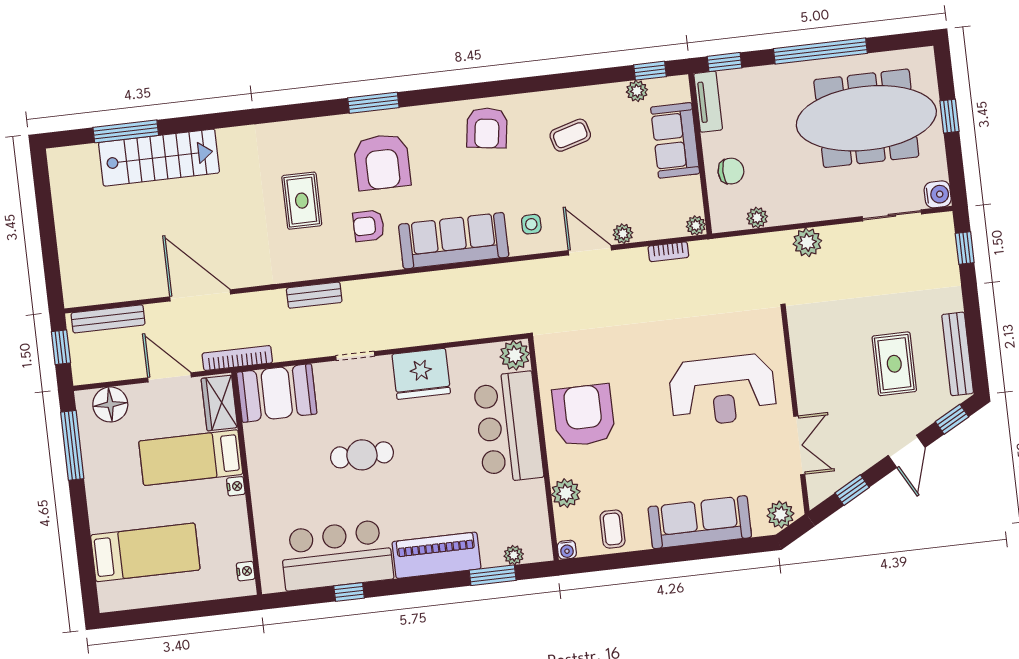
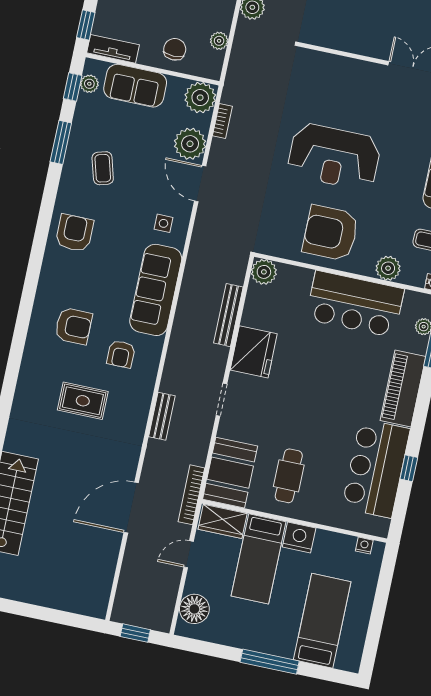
plant: (637, 91) -> (89, 84), moved
window: (373, 103) -> (61, 142), moved
armchair: (487, 128) -> (74, 233), turned -98
armchair: (382, 162) -> (73, 326), width x0.73, depth x0.73
plant: (696, 225) -> (200, 98), width x1.87, depth x1.87
plant: (623, 234) -> (190, 144), width x1.88, depth x1.88
door: (590, 250) -> (200, 184), hinge flipped
bench: (108, 319) -> (228, 315), moved
door: (169, 377) -> (189, 554), width x0.73
reception desk: (723, 390) -> (334, 157), moved, turned 90
bar counter: (508, 427) -> (355, 304), moved
window: (72, 445) -> (270, 662), moved
cafe table: (362, 455) -> (289, 476), moved
nightstand: (236, 486) -> (299, 538), width x1.89, depth x1.79

